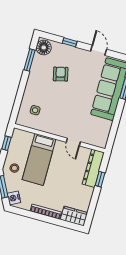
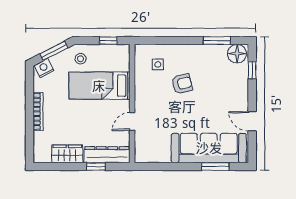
window: (70, 42) -> (252, 70), moved
door: (99, 50) -> (252, 121), swing flipped
armchair: (61, 74) -> (182, 84), moved
wardrobe: (74, 216) -> (67, 154), moved, turned -90

